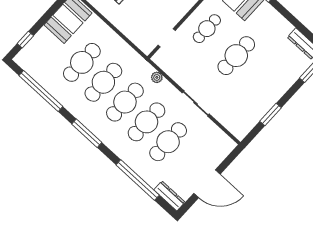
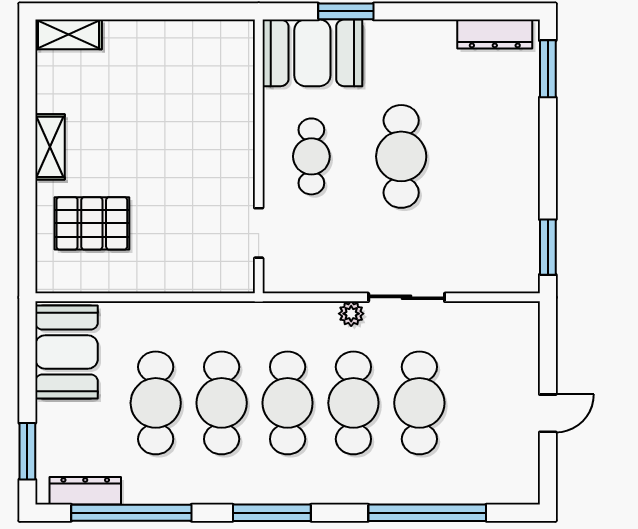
window: (25, 40) -> (27, 451), width x1.50
plant: (157, 77) -> (351, 314), moved
window: (271, 115) -> (548, 247), moved
door: (207, 184) -> (548, 413), width x0.53
dresser: (169, 196) -> (85, 491), moved

